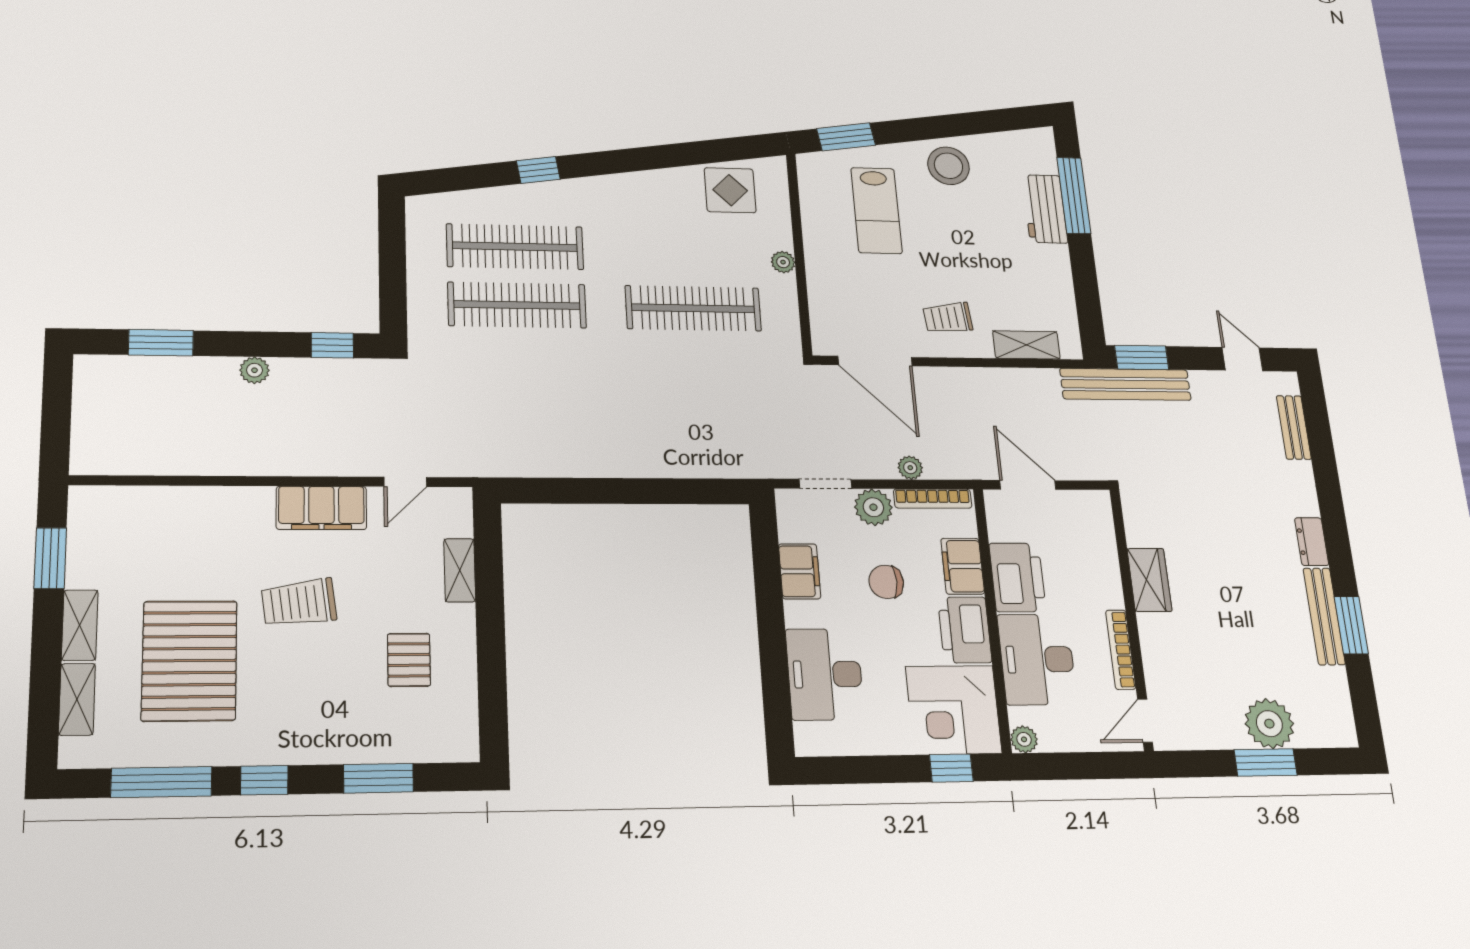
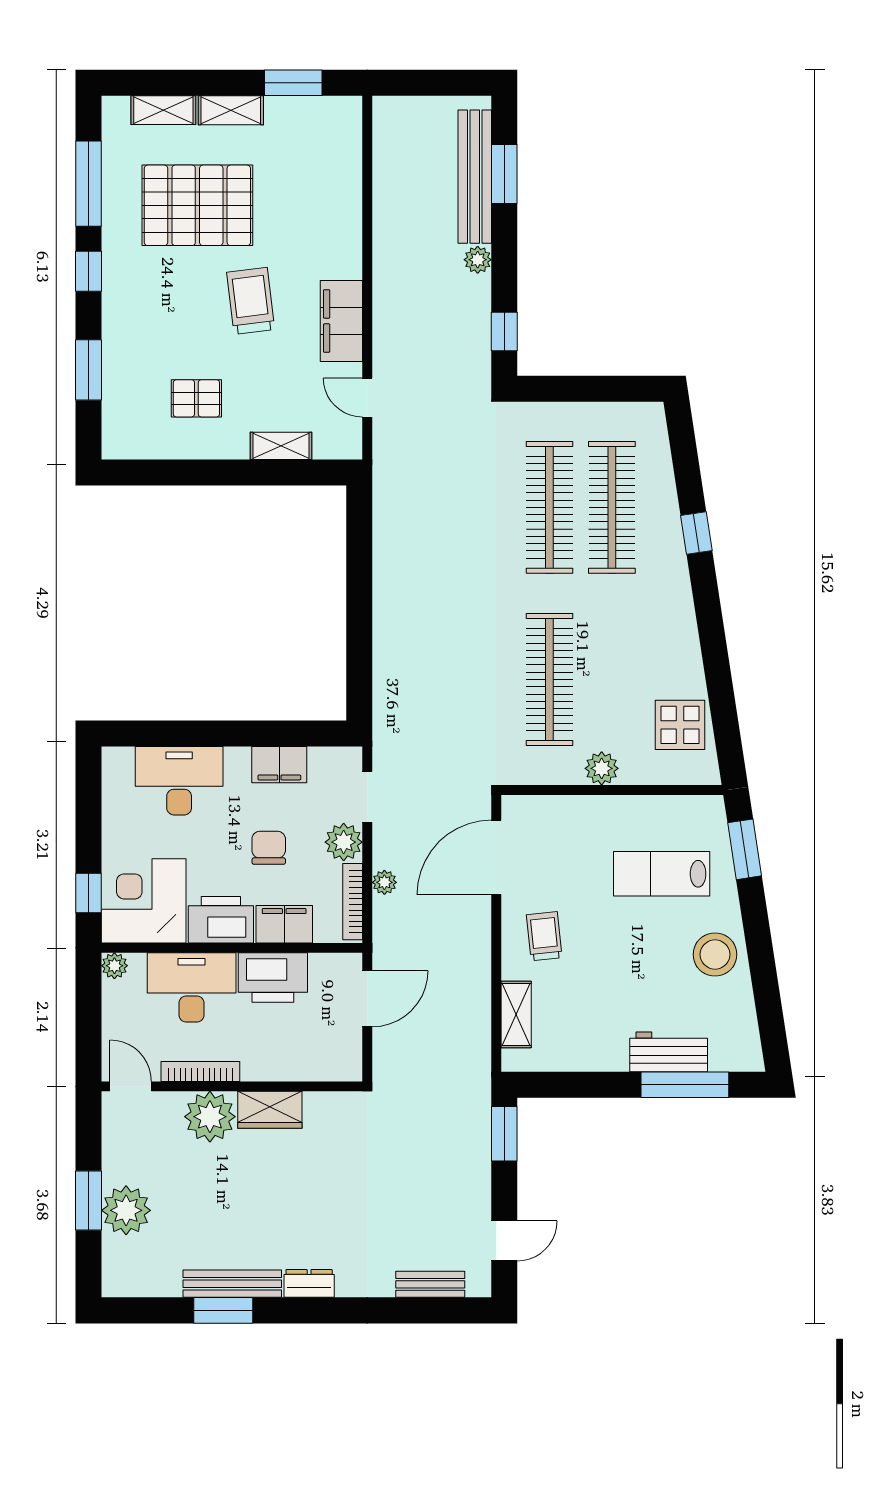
plant: (783, 262) -> (602, 768), width x1.38, depth x1.38
bench: (1126, 384) -> (475, 177), moved
plant: (1164, 640) -> (210, 1117), added

